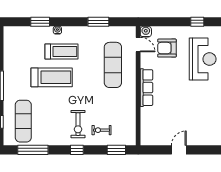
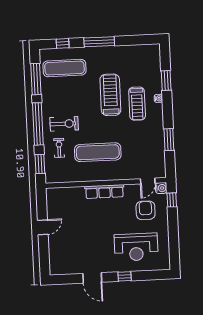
window: (197, 22) -> (172, 200), moved
exercise mat: (113, 65) -> (98, 152), moved
treadmill: (52, 77) -> (110, 95), turned 180
exercise bike: (78, 124) -> (64, 124), turned 180
window: (77, 150) -> (38, 124), width x3.17
door: (179, 150) -> (43, 227), hinge flipped

